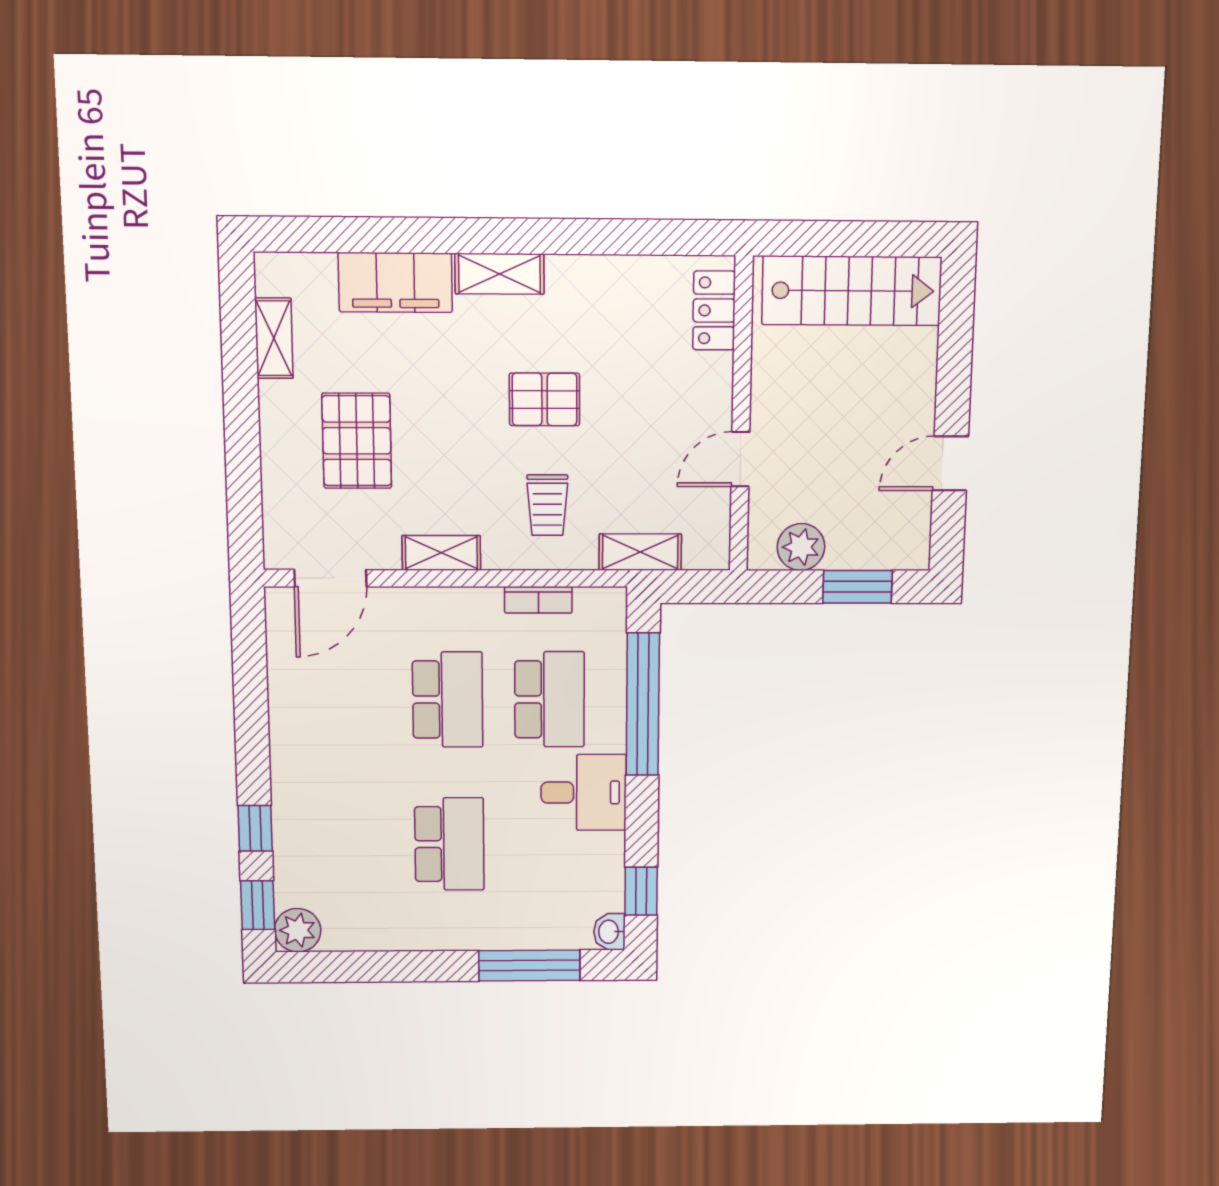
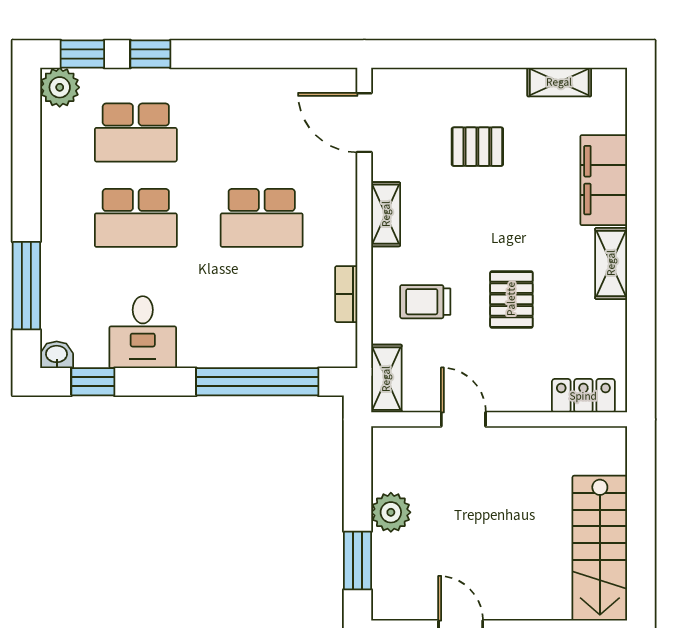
locker: (714, 310) -> (583, 396), moved
wall: (741, 415) -> (499, 419), moved
pallet: (357, 441) -> (477, 147), width x0.67, depth x0.71
door: (740, 459) -> (463, 419), moved
school desk: (550, 699) -> (136, 133), moved
desk: (584, 792) -> (143, 332), moved

